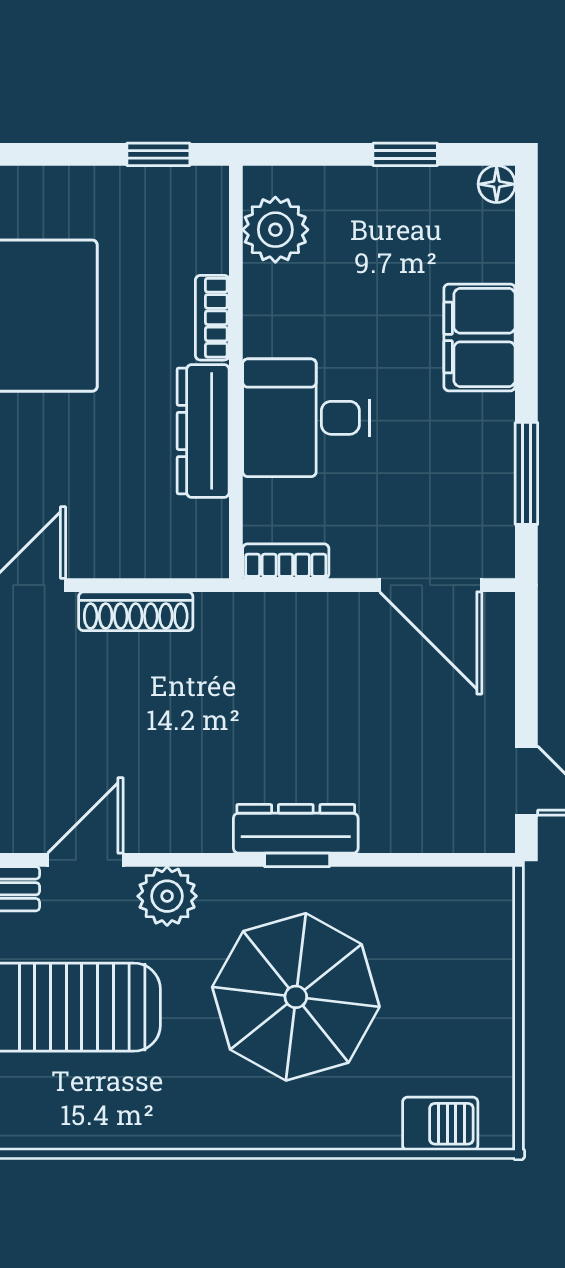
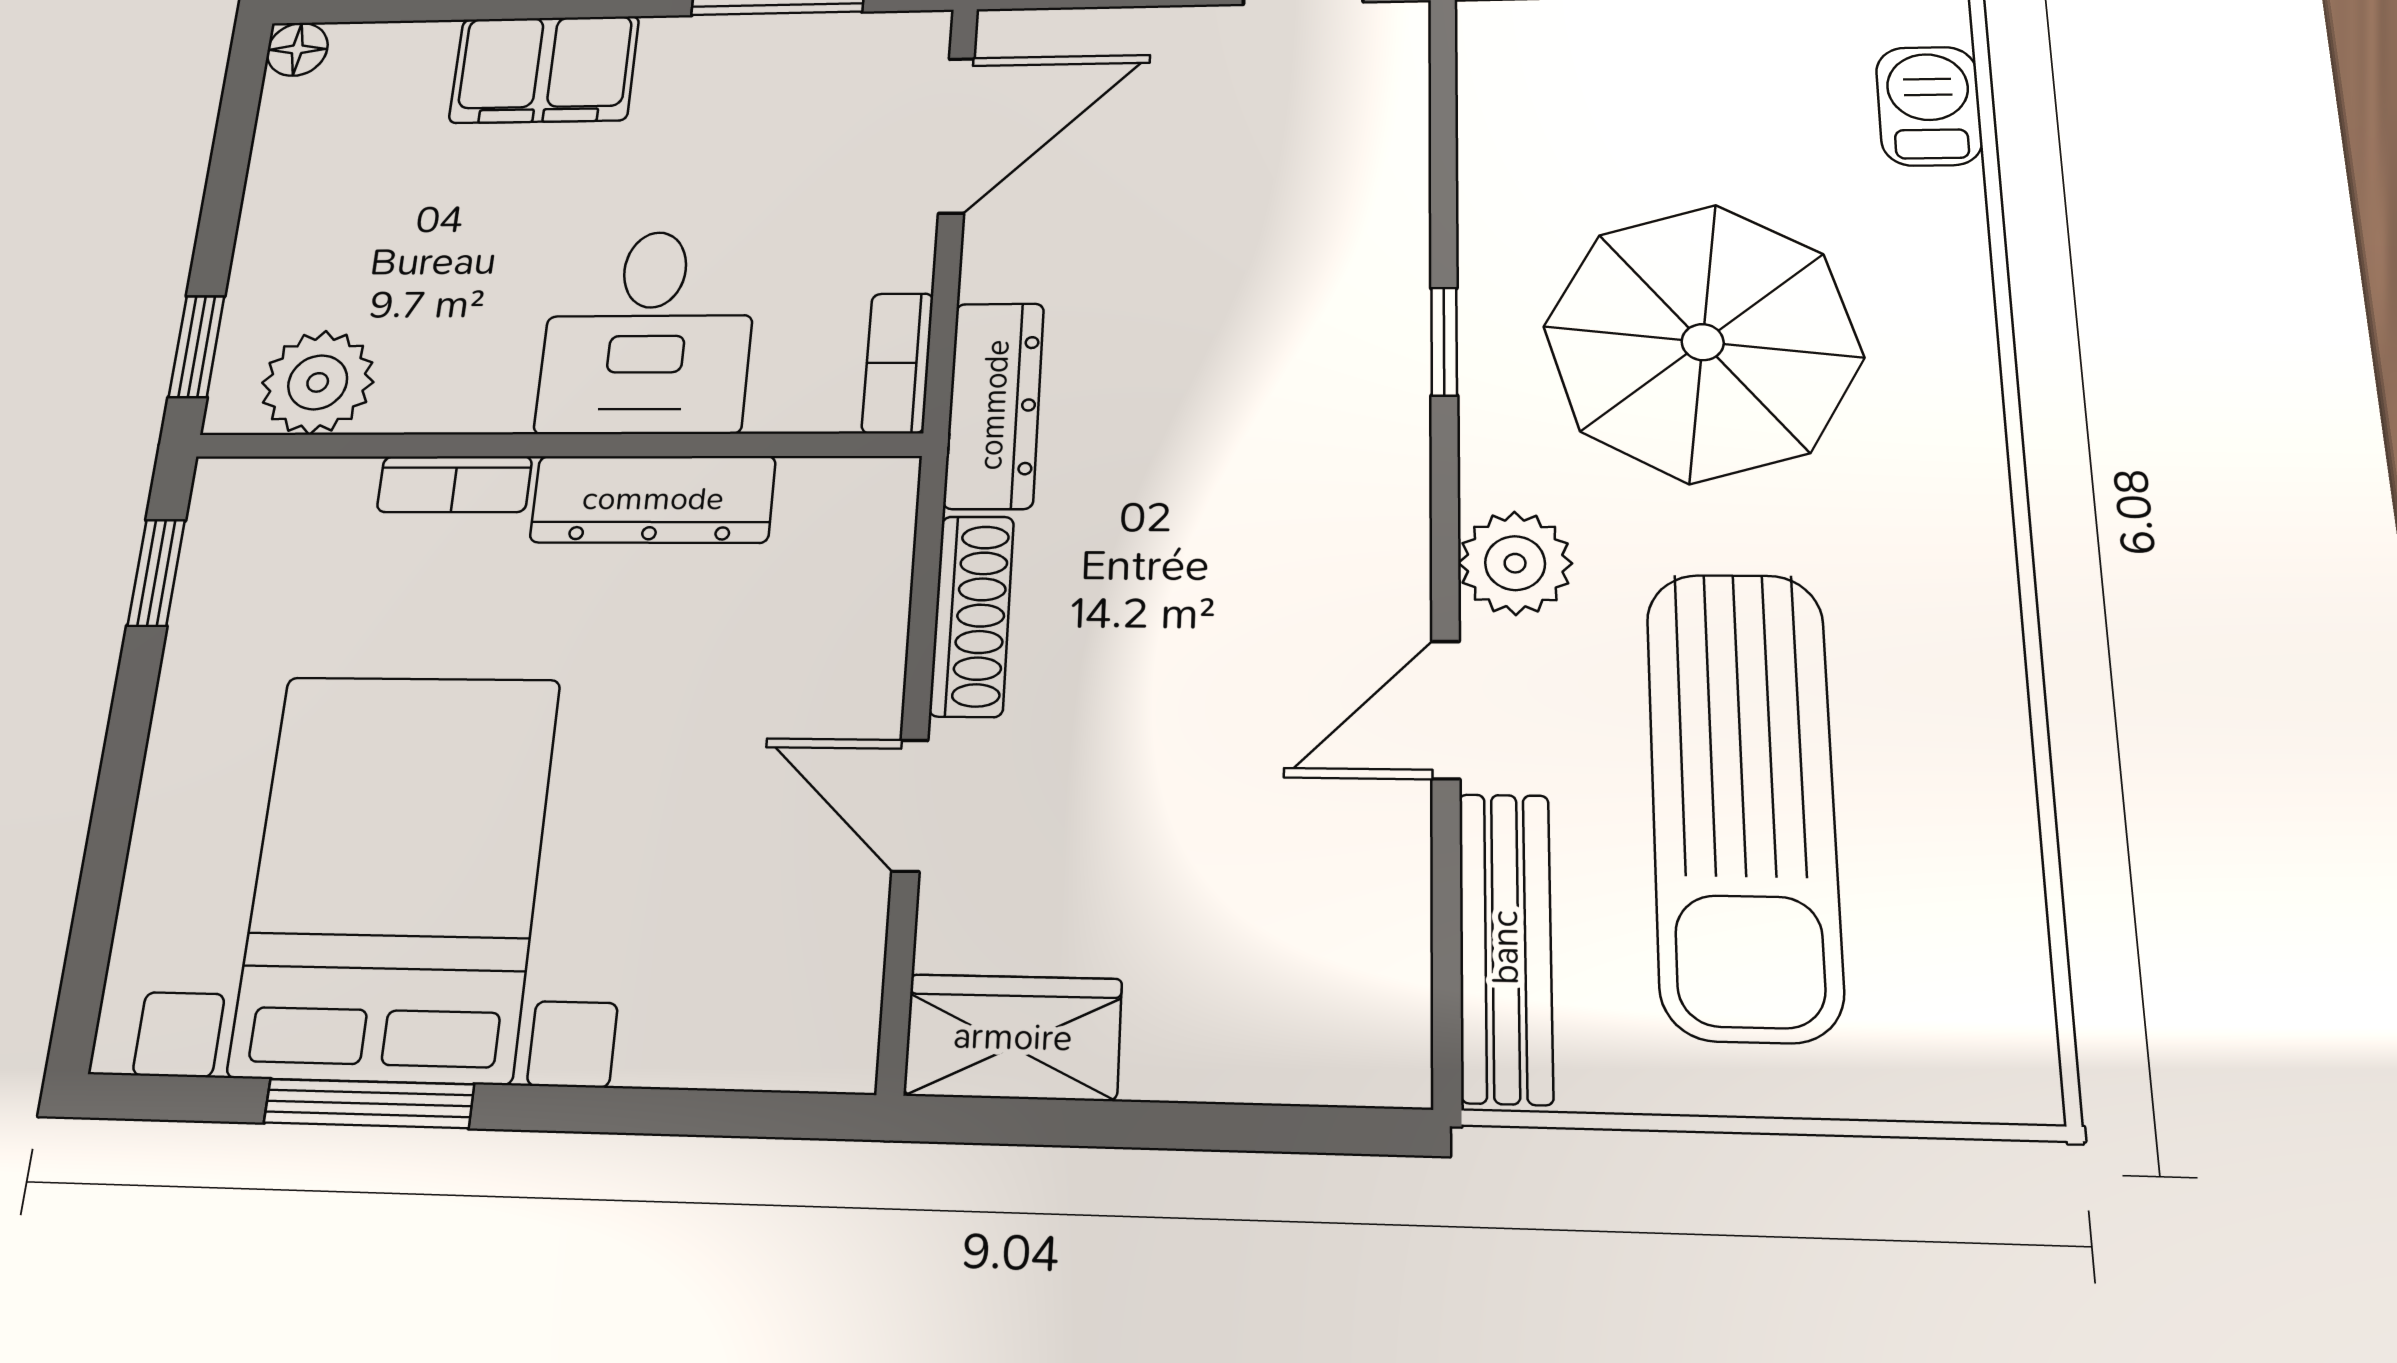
window: (405, 154) -> (197, 346), moved
dresser: (296, 829) -> (994, 405), moved, turned 180
door: (85, 860) -> (1446, 710), hinge flipped

